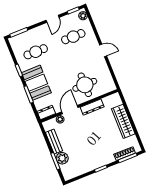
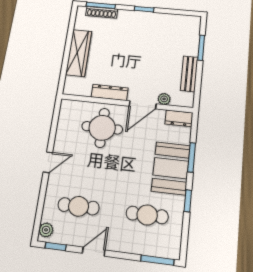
door: (103, 50) -> (48, 162), swing flipped
plant: (62, 158) -> (190, 47), removed

